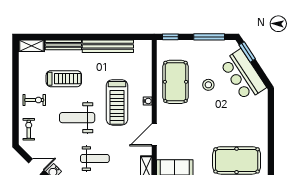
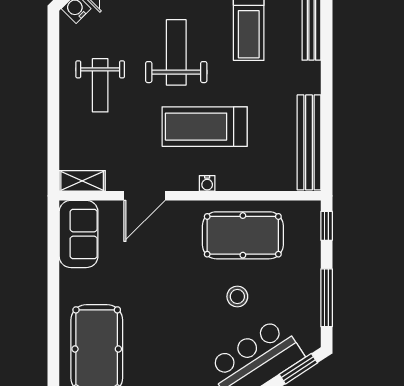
bench: (108, 46) -> (309, 142), moved
door: (154, 135) -> (144, 196), swing flipped

